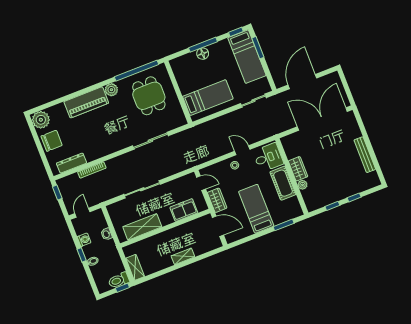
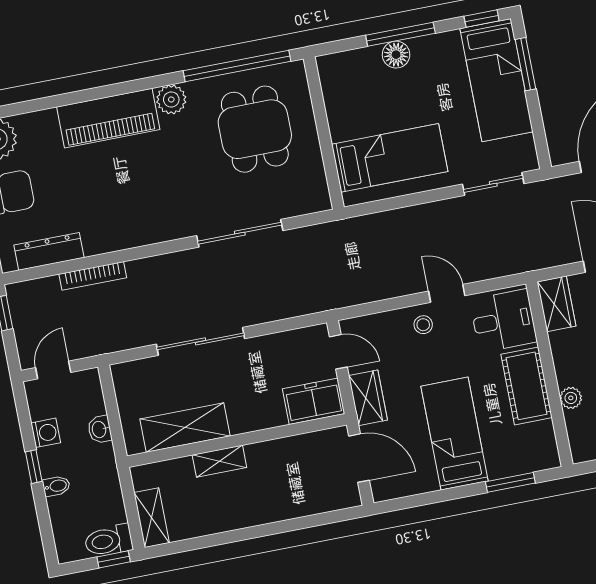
wardrobe: (298, 169) -> (556, 304), moved
freezer: (184, 210) -> (314, 401), moved
shelving: (183, 256) -> (219, 461), moved

